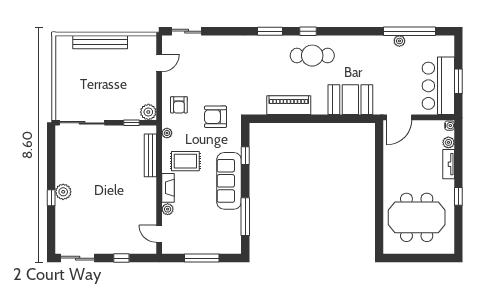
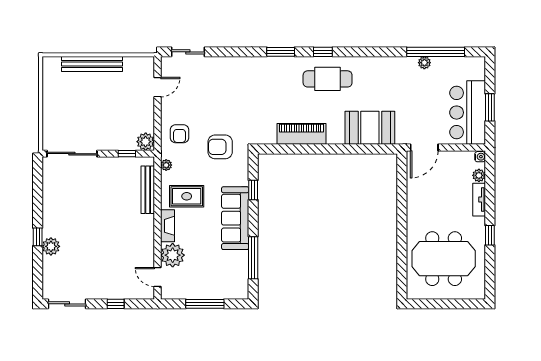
plant: (63, 192) -> (51, 246), moved
plant: (168, 209) -> (173, 255), width x1.88, depth x1.88

